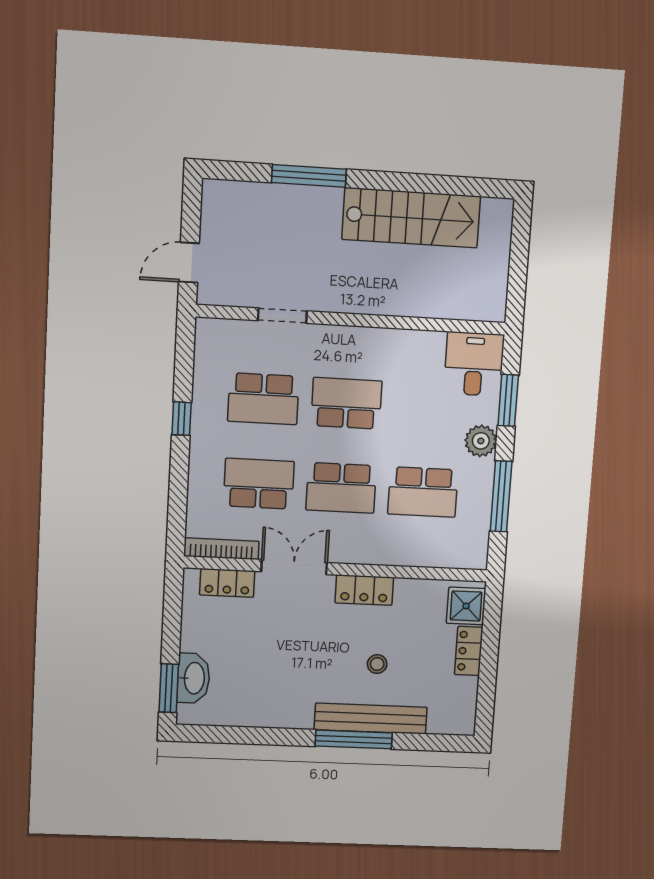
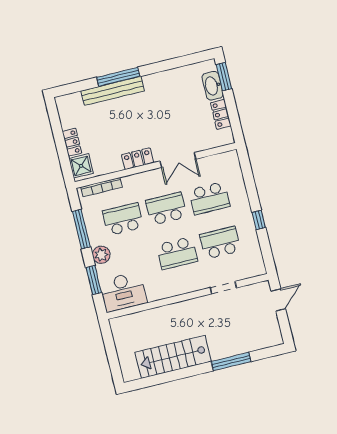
desk: (474, 364) -> (123, 292), width x1.37
bookcase: (221, 549) -> (102, 187), moved
locker: (227, 583) -> (221, 114), moved, turned -90
stool: (377, 664) -> (118, 121), removed

